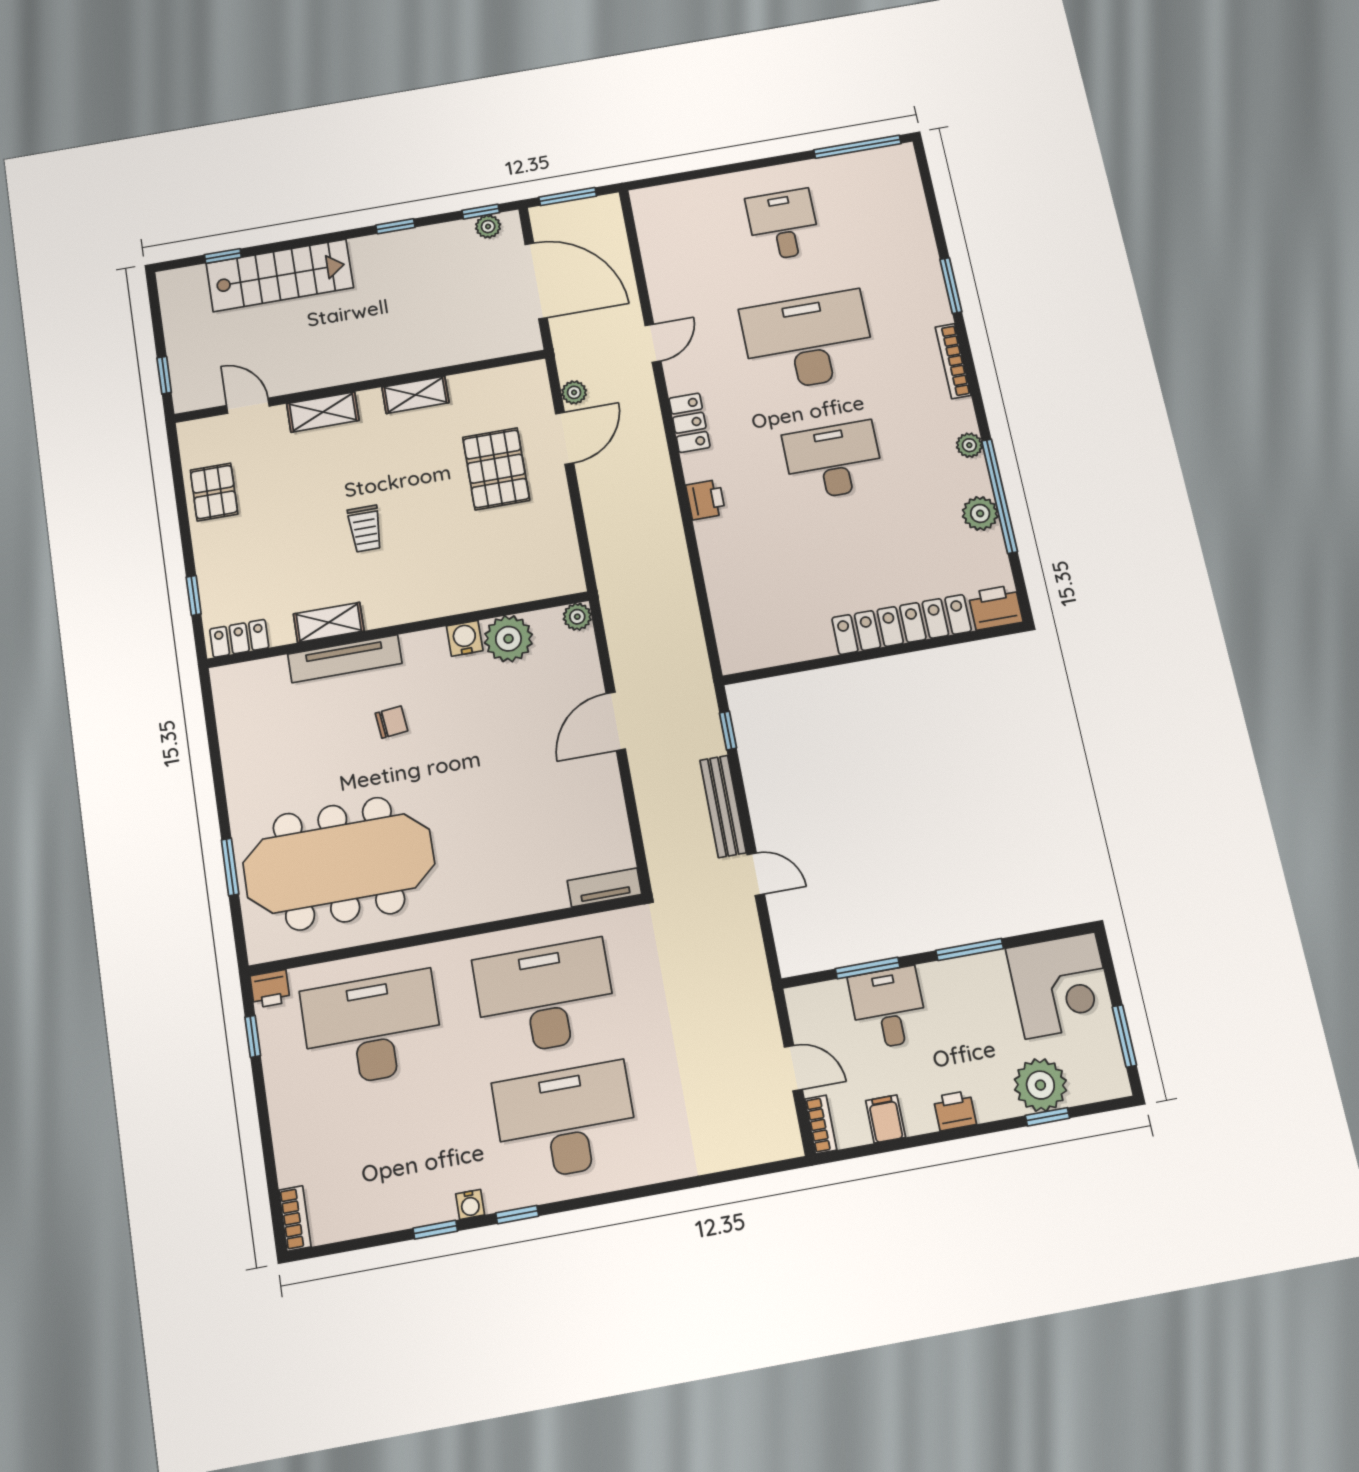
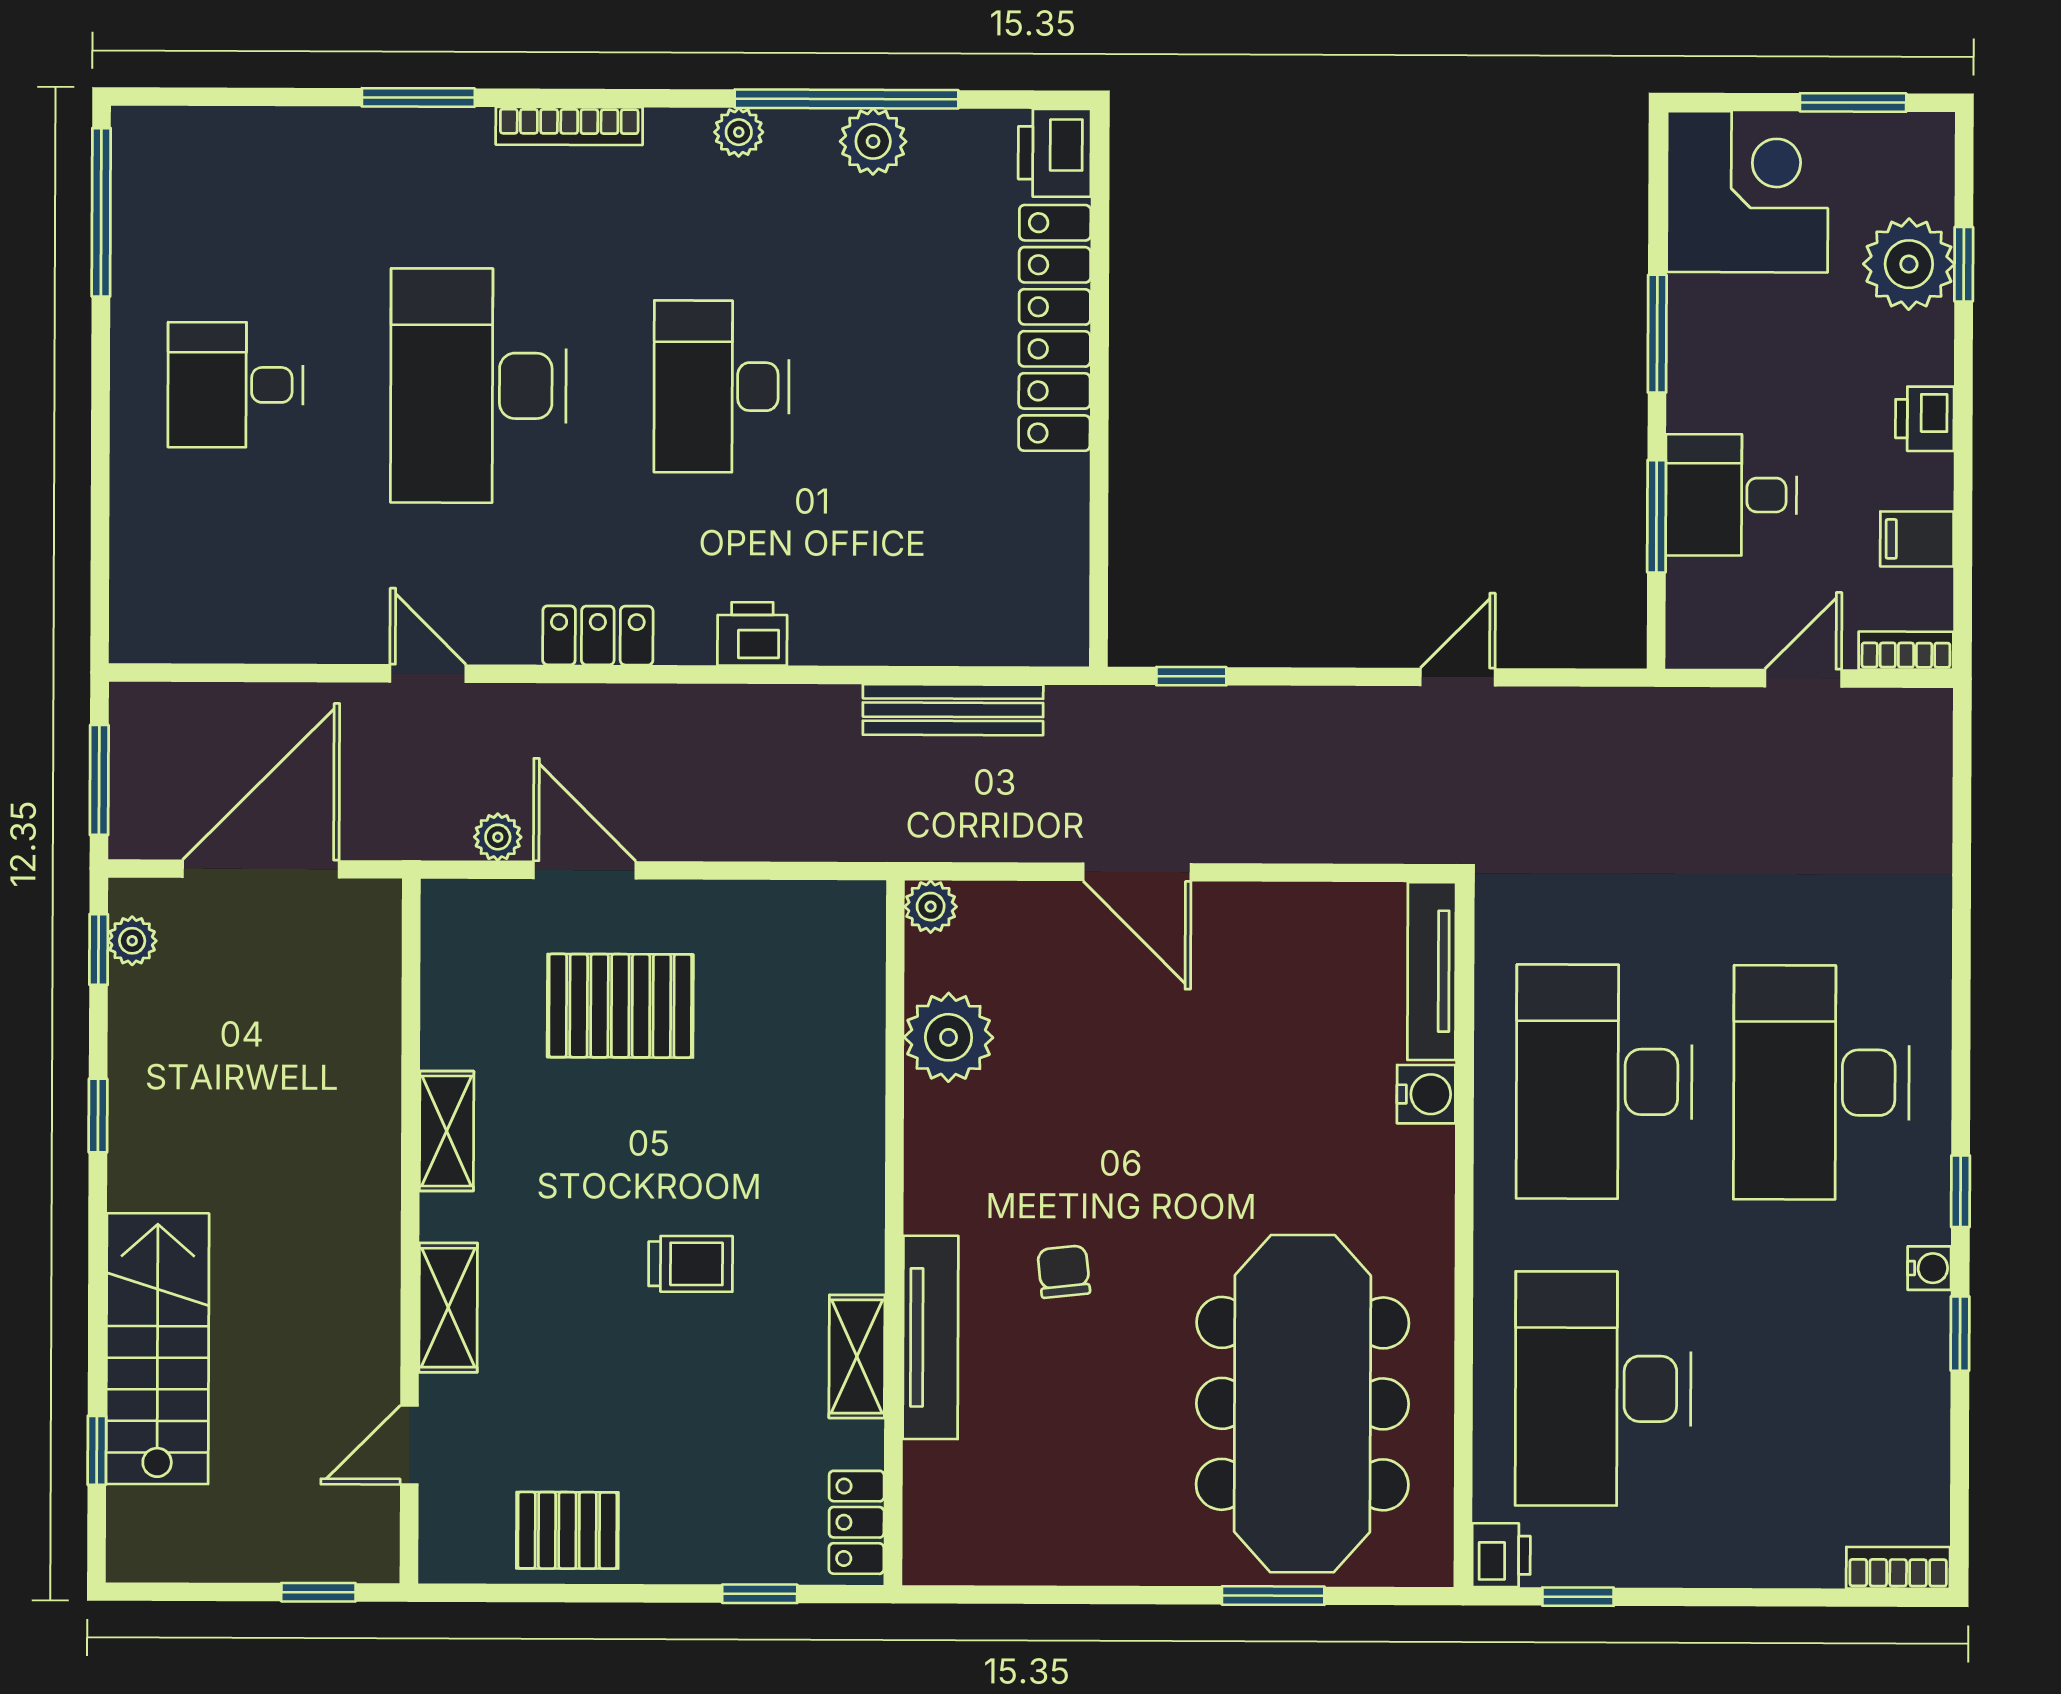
water cooler: (465, 638) -> (1426, 1094), moved, turned 180
bench: (723, 806) -> (953, 710), moved
tv unit: (604, 888) -> (1432, 971), width x1.41

